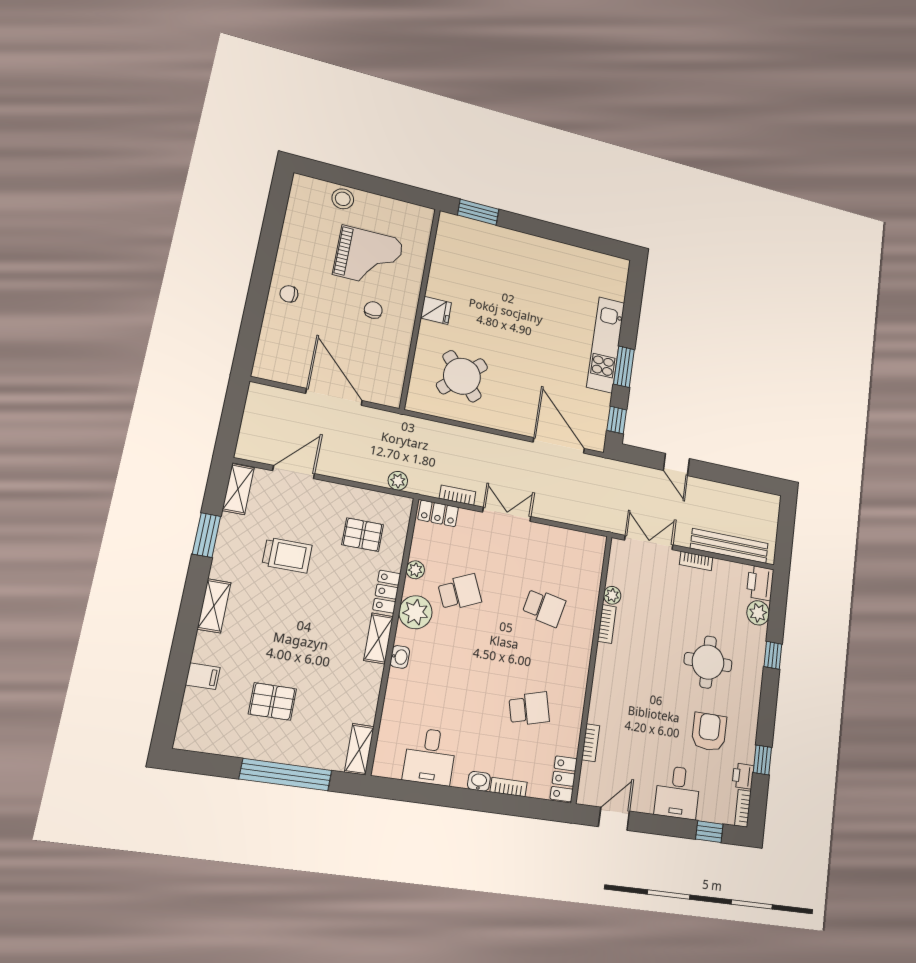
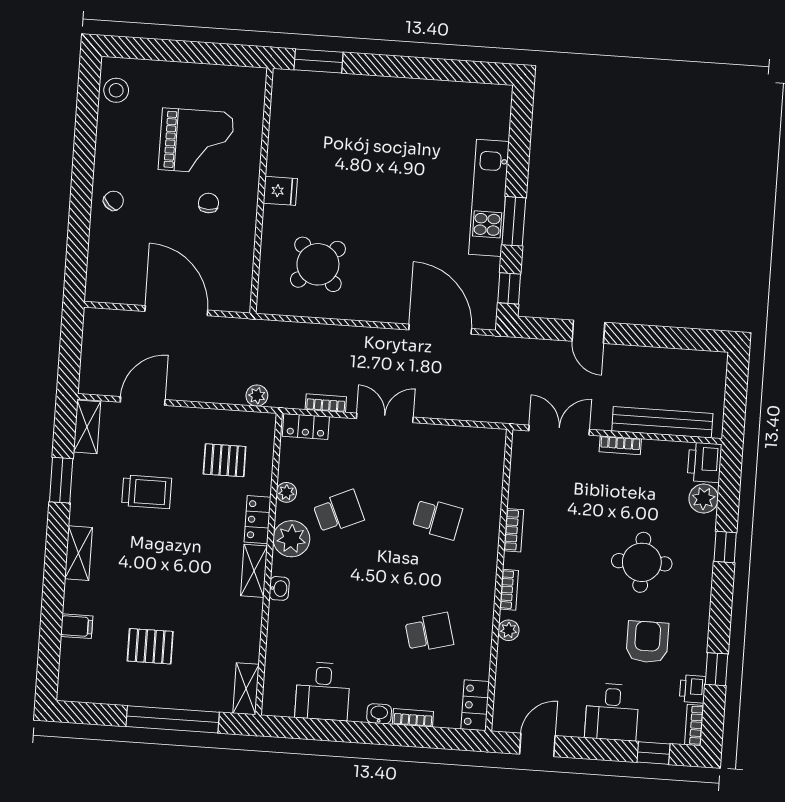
stool: (343, 199) -> (116, 90), moved
chair: (289, 294) -> (114, 201), turned 134
plant: (612, 595) -> (509, 630), moved
bookcase: (591, 743) -> (509, 590), moved

